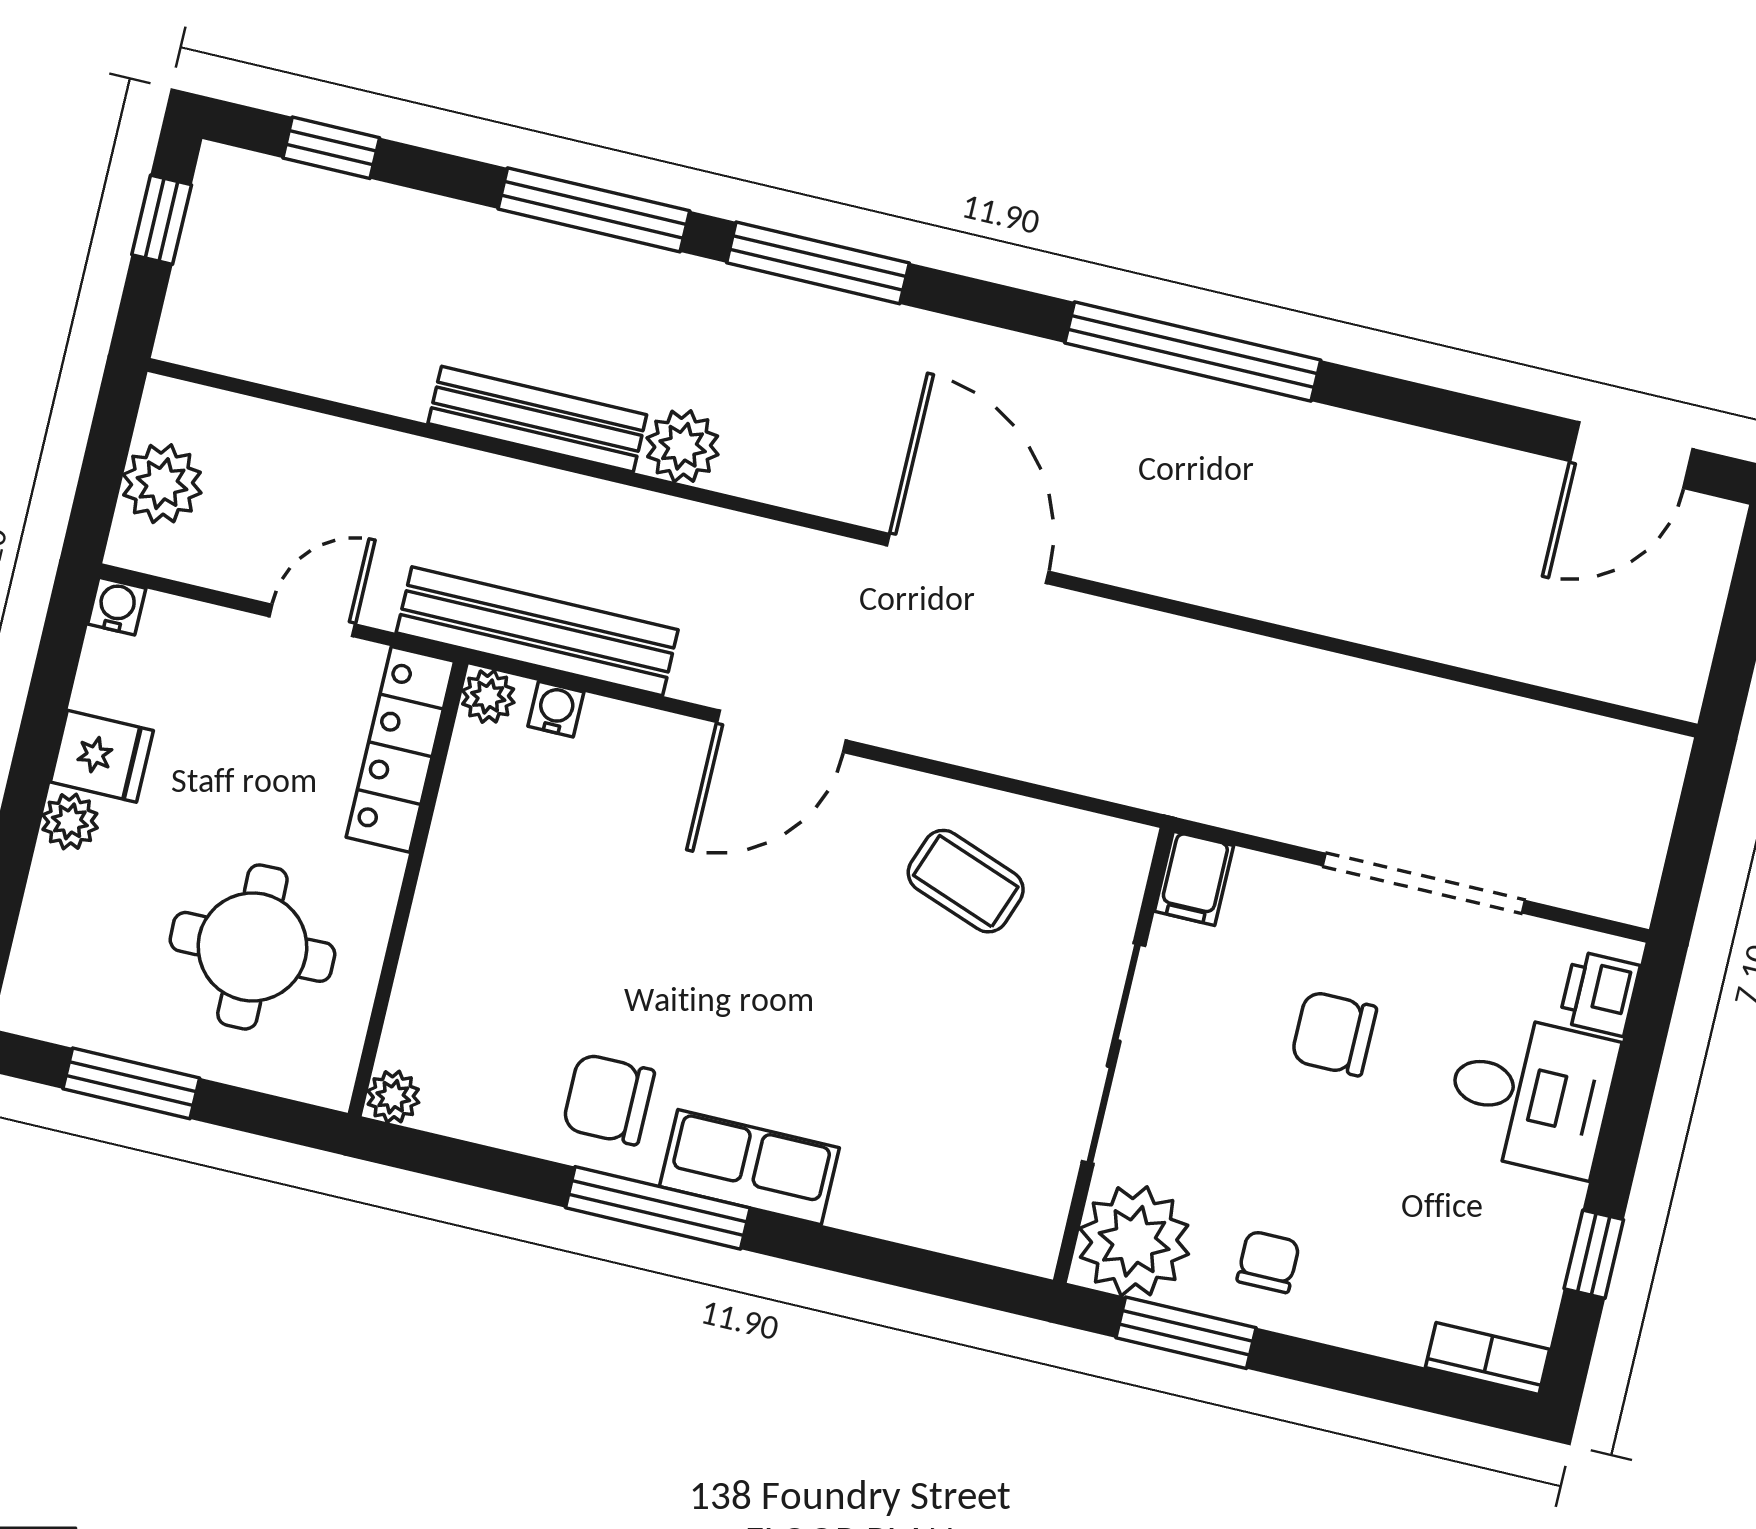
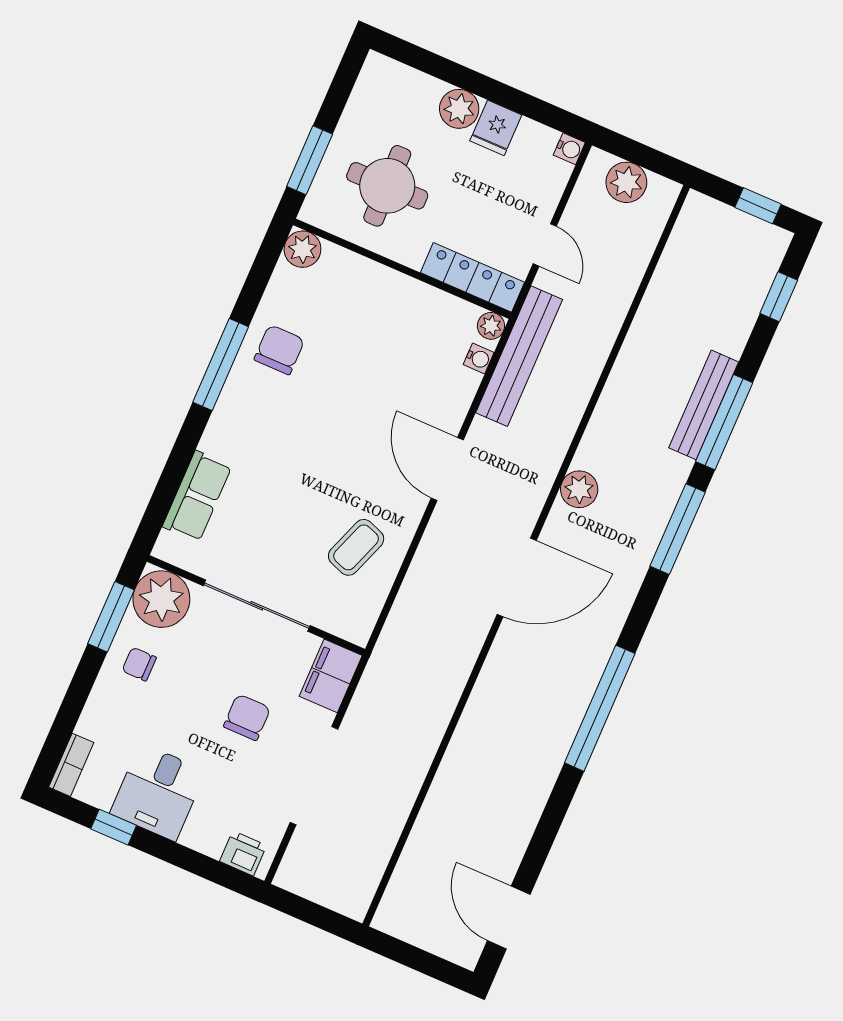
bench: (537, 419) -> (704, 405), moved
plant: (683, 446) -> (579, 489), moved
plant: (70, 821) -> (459, 109), width x1.38, depth x1.38
filing cabinet: (1194, 878) -> (331, 676), width x2.00
window: (131, 1083) -> (310, 160), moved
desk: (1531, 1094) -> (158, 792), moved
plant: (393, 1097) -> (302, 249), width x1.38, depth x1.38
row of seats: (749, 1167) -> (197, 496), moved
chair: (1268, 1262) -> (139, 664), turned 180

